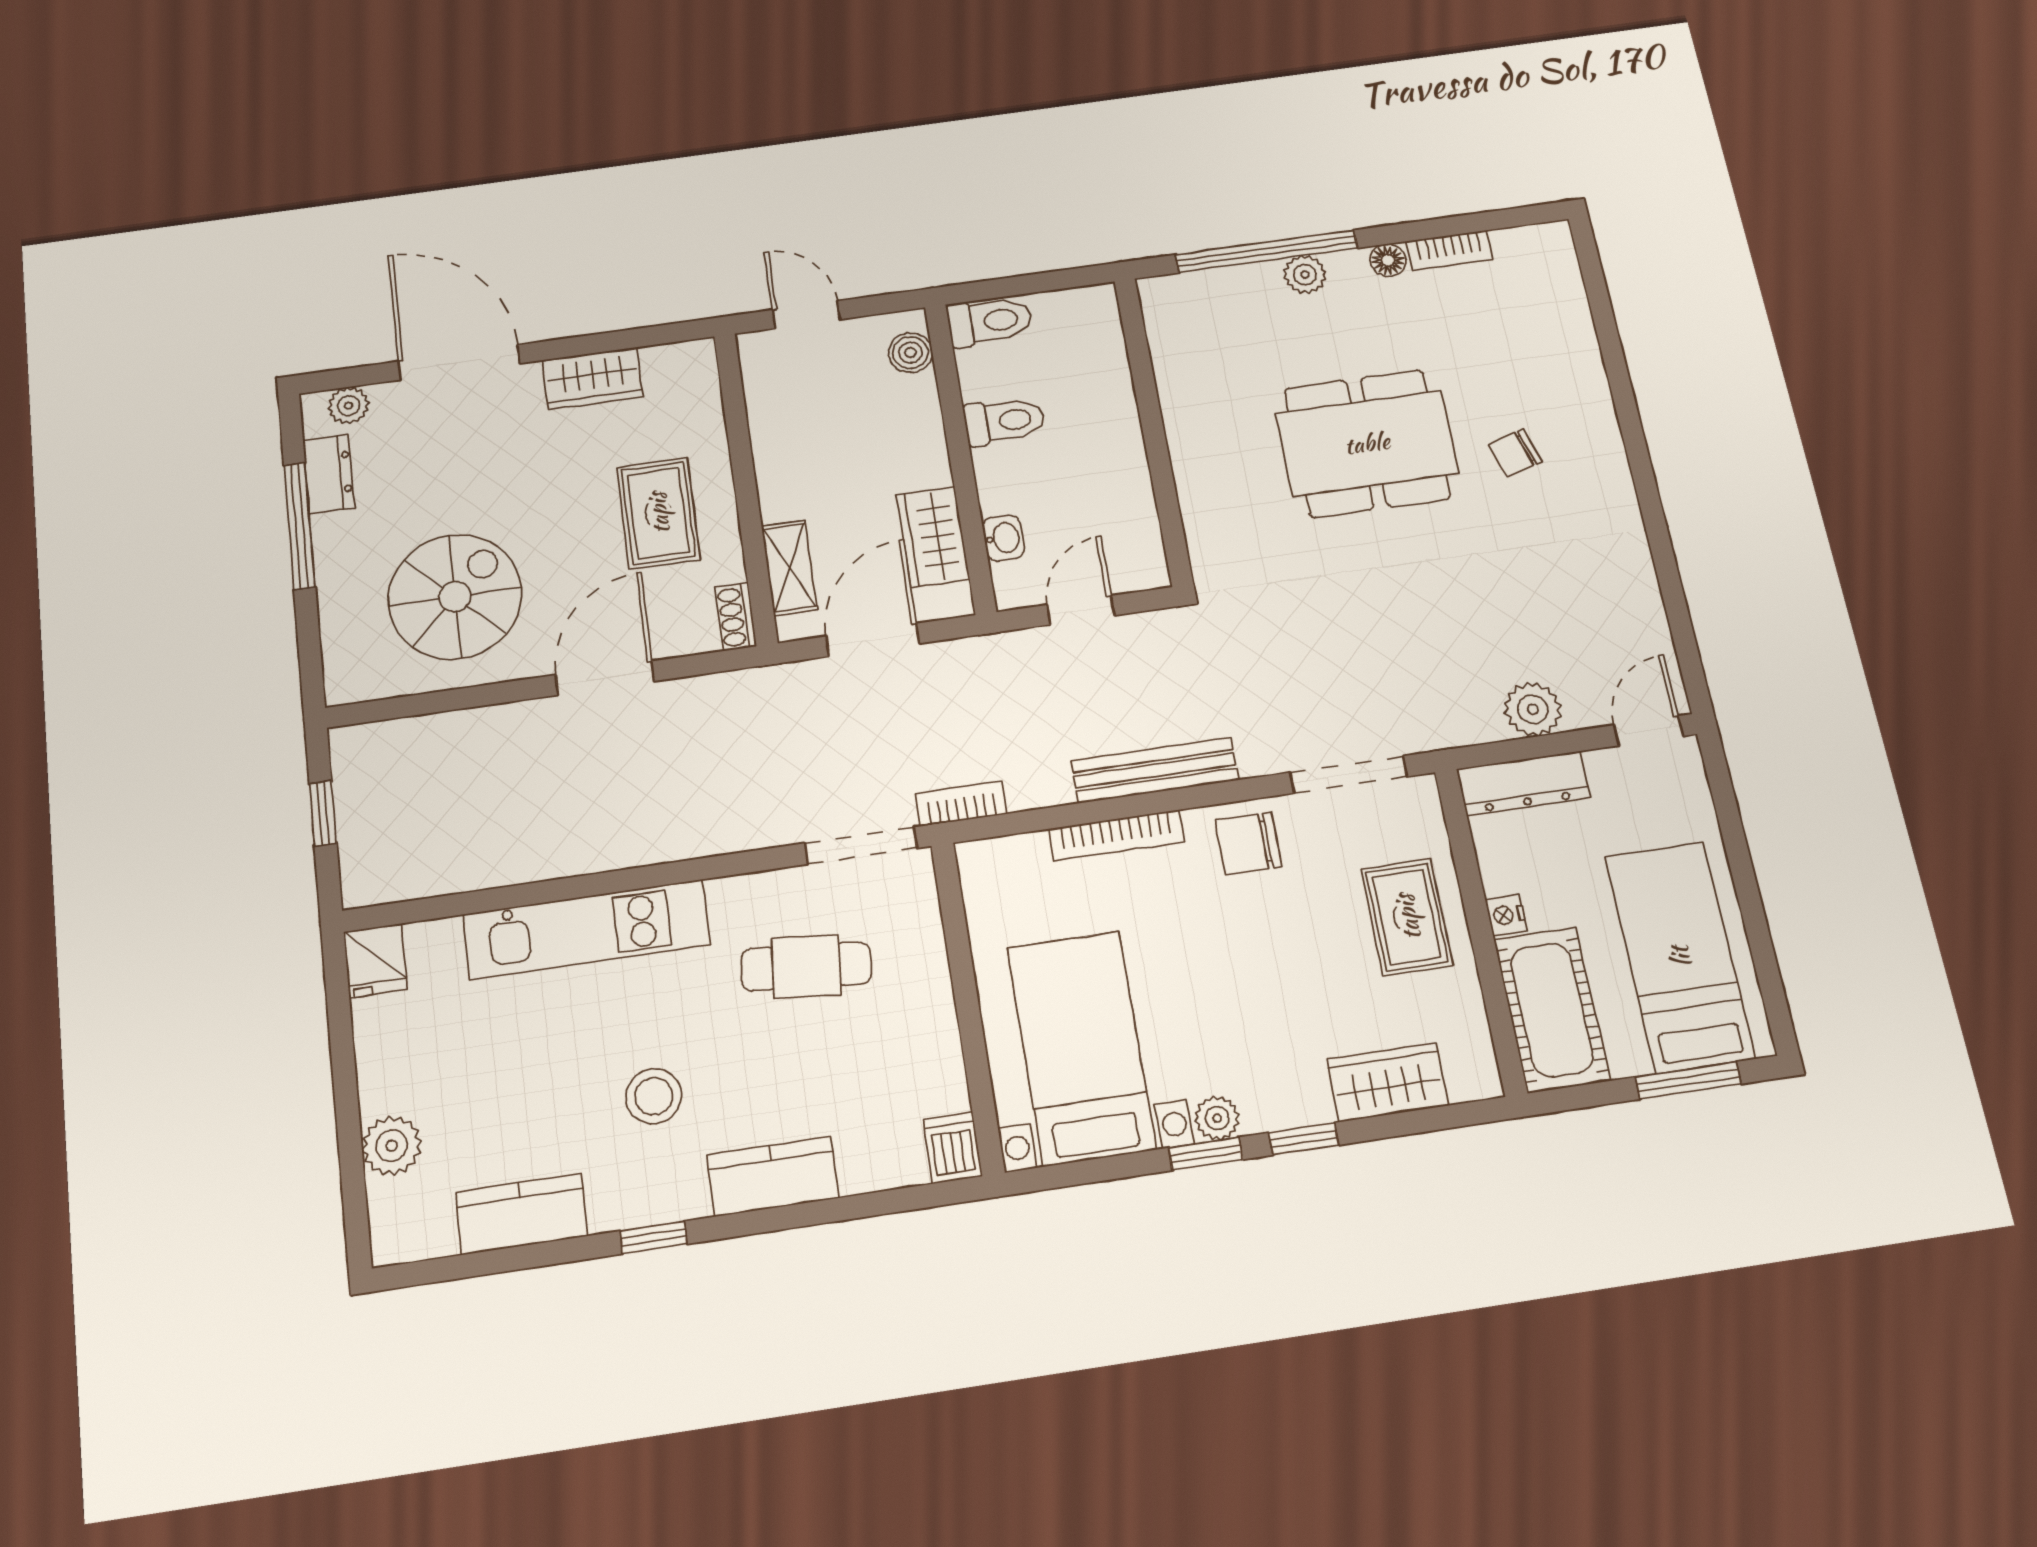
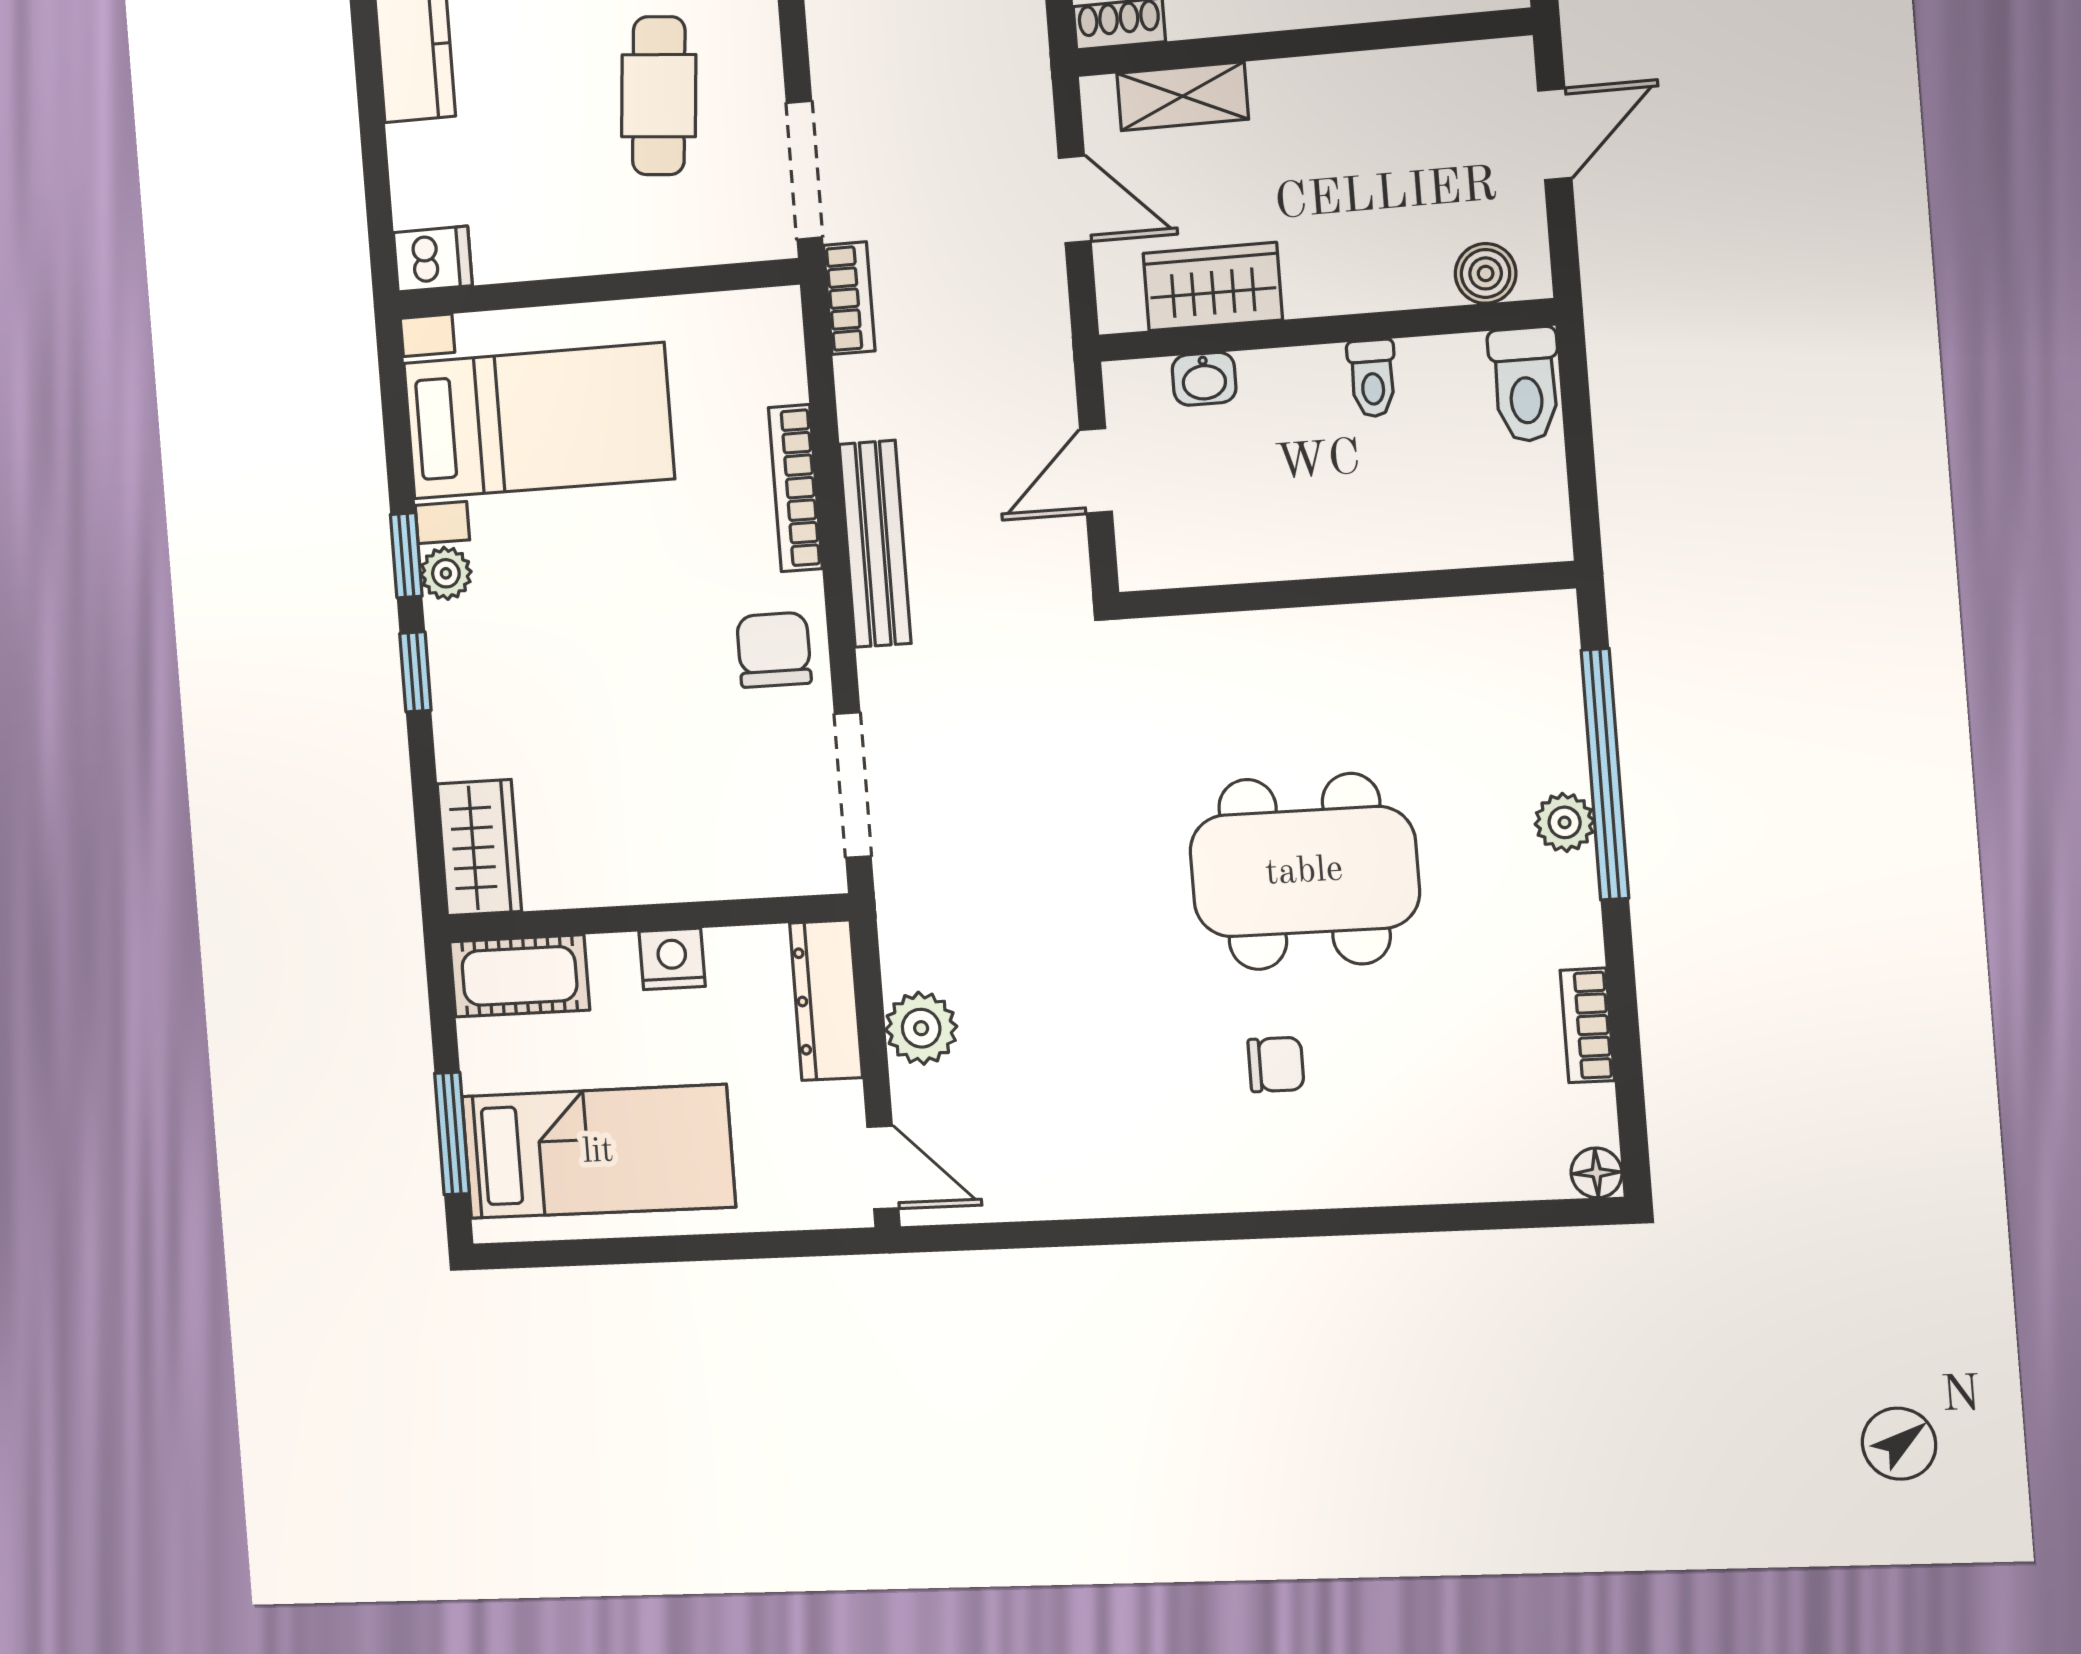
floor lamp: (1388, 260) -> (1597, 1173), moved
toilet: (1004, 421) -> (1372, 378), width x0.73, depth x0.72
dining table: (1367, 443) -> (1304, 872), turned 90
chair: (1515, 453) -> (1276, 1064), turned 107
door: (1081, 610) -> (1096, 471), swing flipped
door: (873, 640) -> (1075, 199), width x0.73
nightstand: (1506, 915) -> (672, 959), width x1.39, depth x1.35
rug: (1407, 917) -> (669, 831), removed
cot: (1552, 1010) -> (519, 976), width x0.73, depth x0.75
wardrobe: (1388, 1082) -> (479, 848), moved

